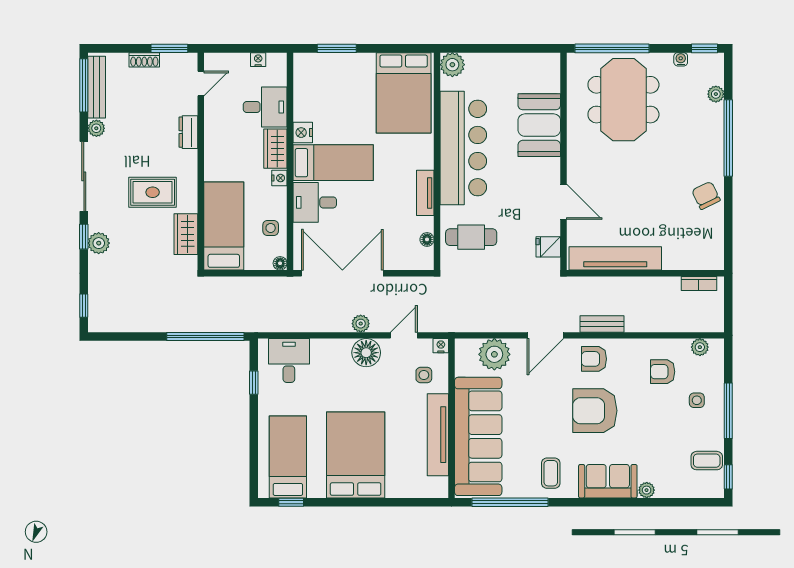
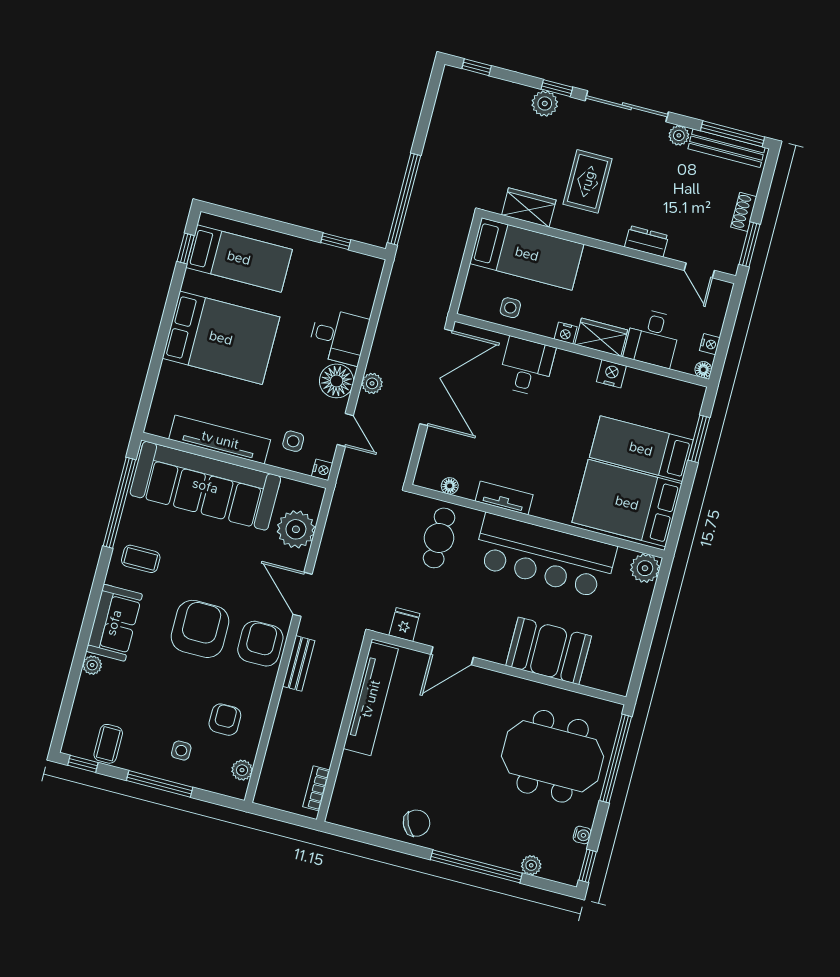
bed: (333, 163) -> (641, 449), moved, turned 90
floor lamp: (280, 263) -> (703, 370), moved
armchair: (594, 359) -> (260, 644), width x1.38, depth x1.38
desk: (289, 360) -> (338, 336), moved

